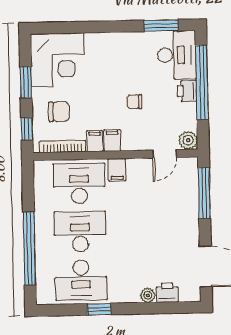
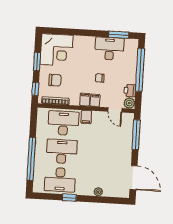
desk: (177, 55) -> (109, 49), moved, turned -90
printer: (187, 91) -> (130, 91), moved
filing cabinet: (95, 141) -> (95, 100), moved
door: (165, 154) -> (115, 110), hinge flipped
printer: (167, 293) -> (110, 191), removed

